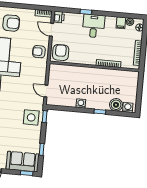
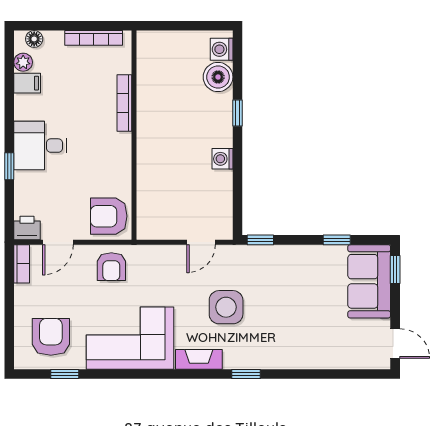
side table: (31, 117) -> (226, 307), moved

